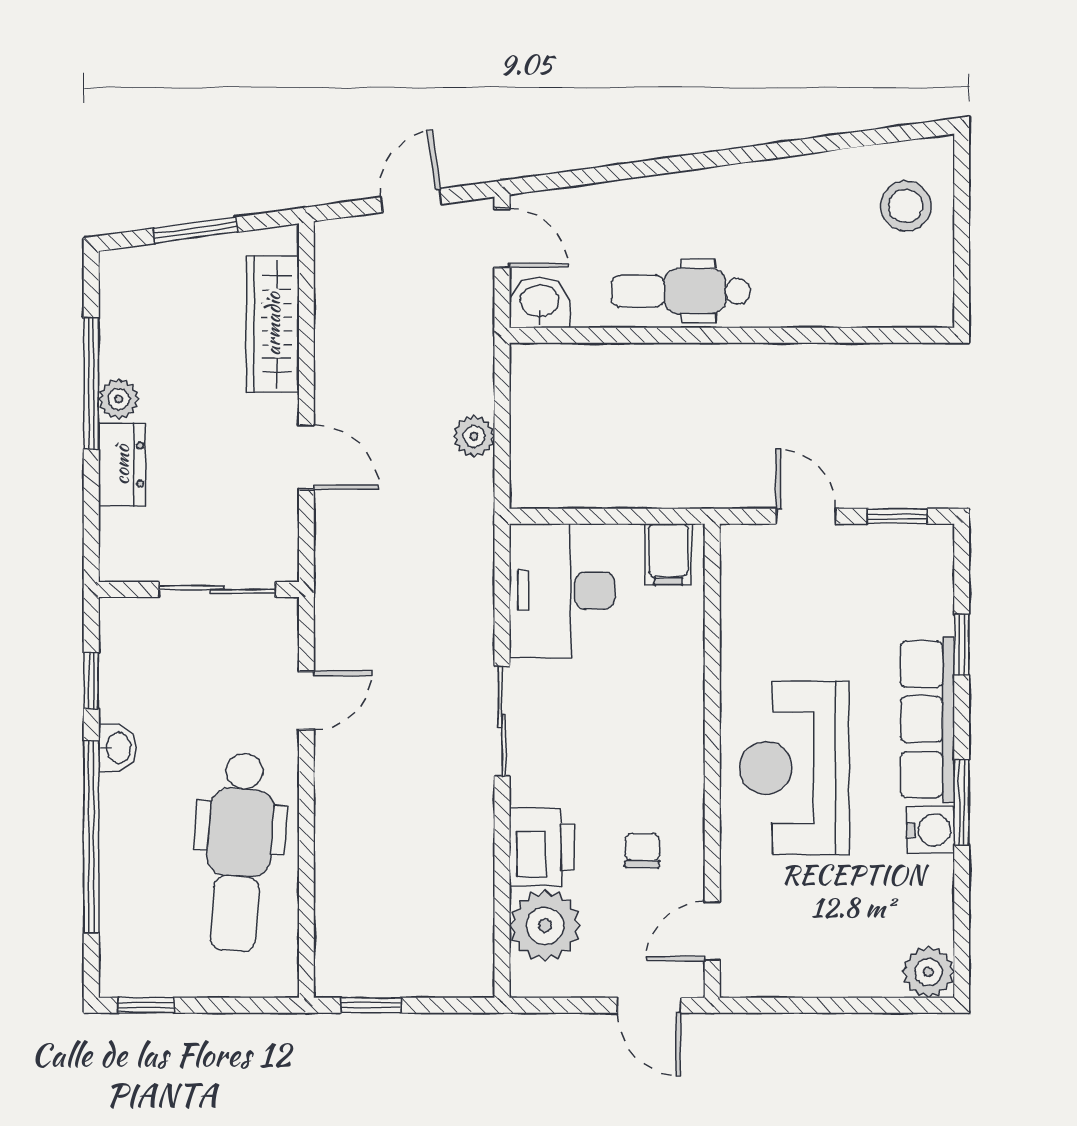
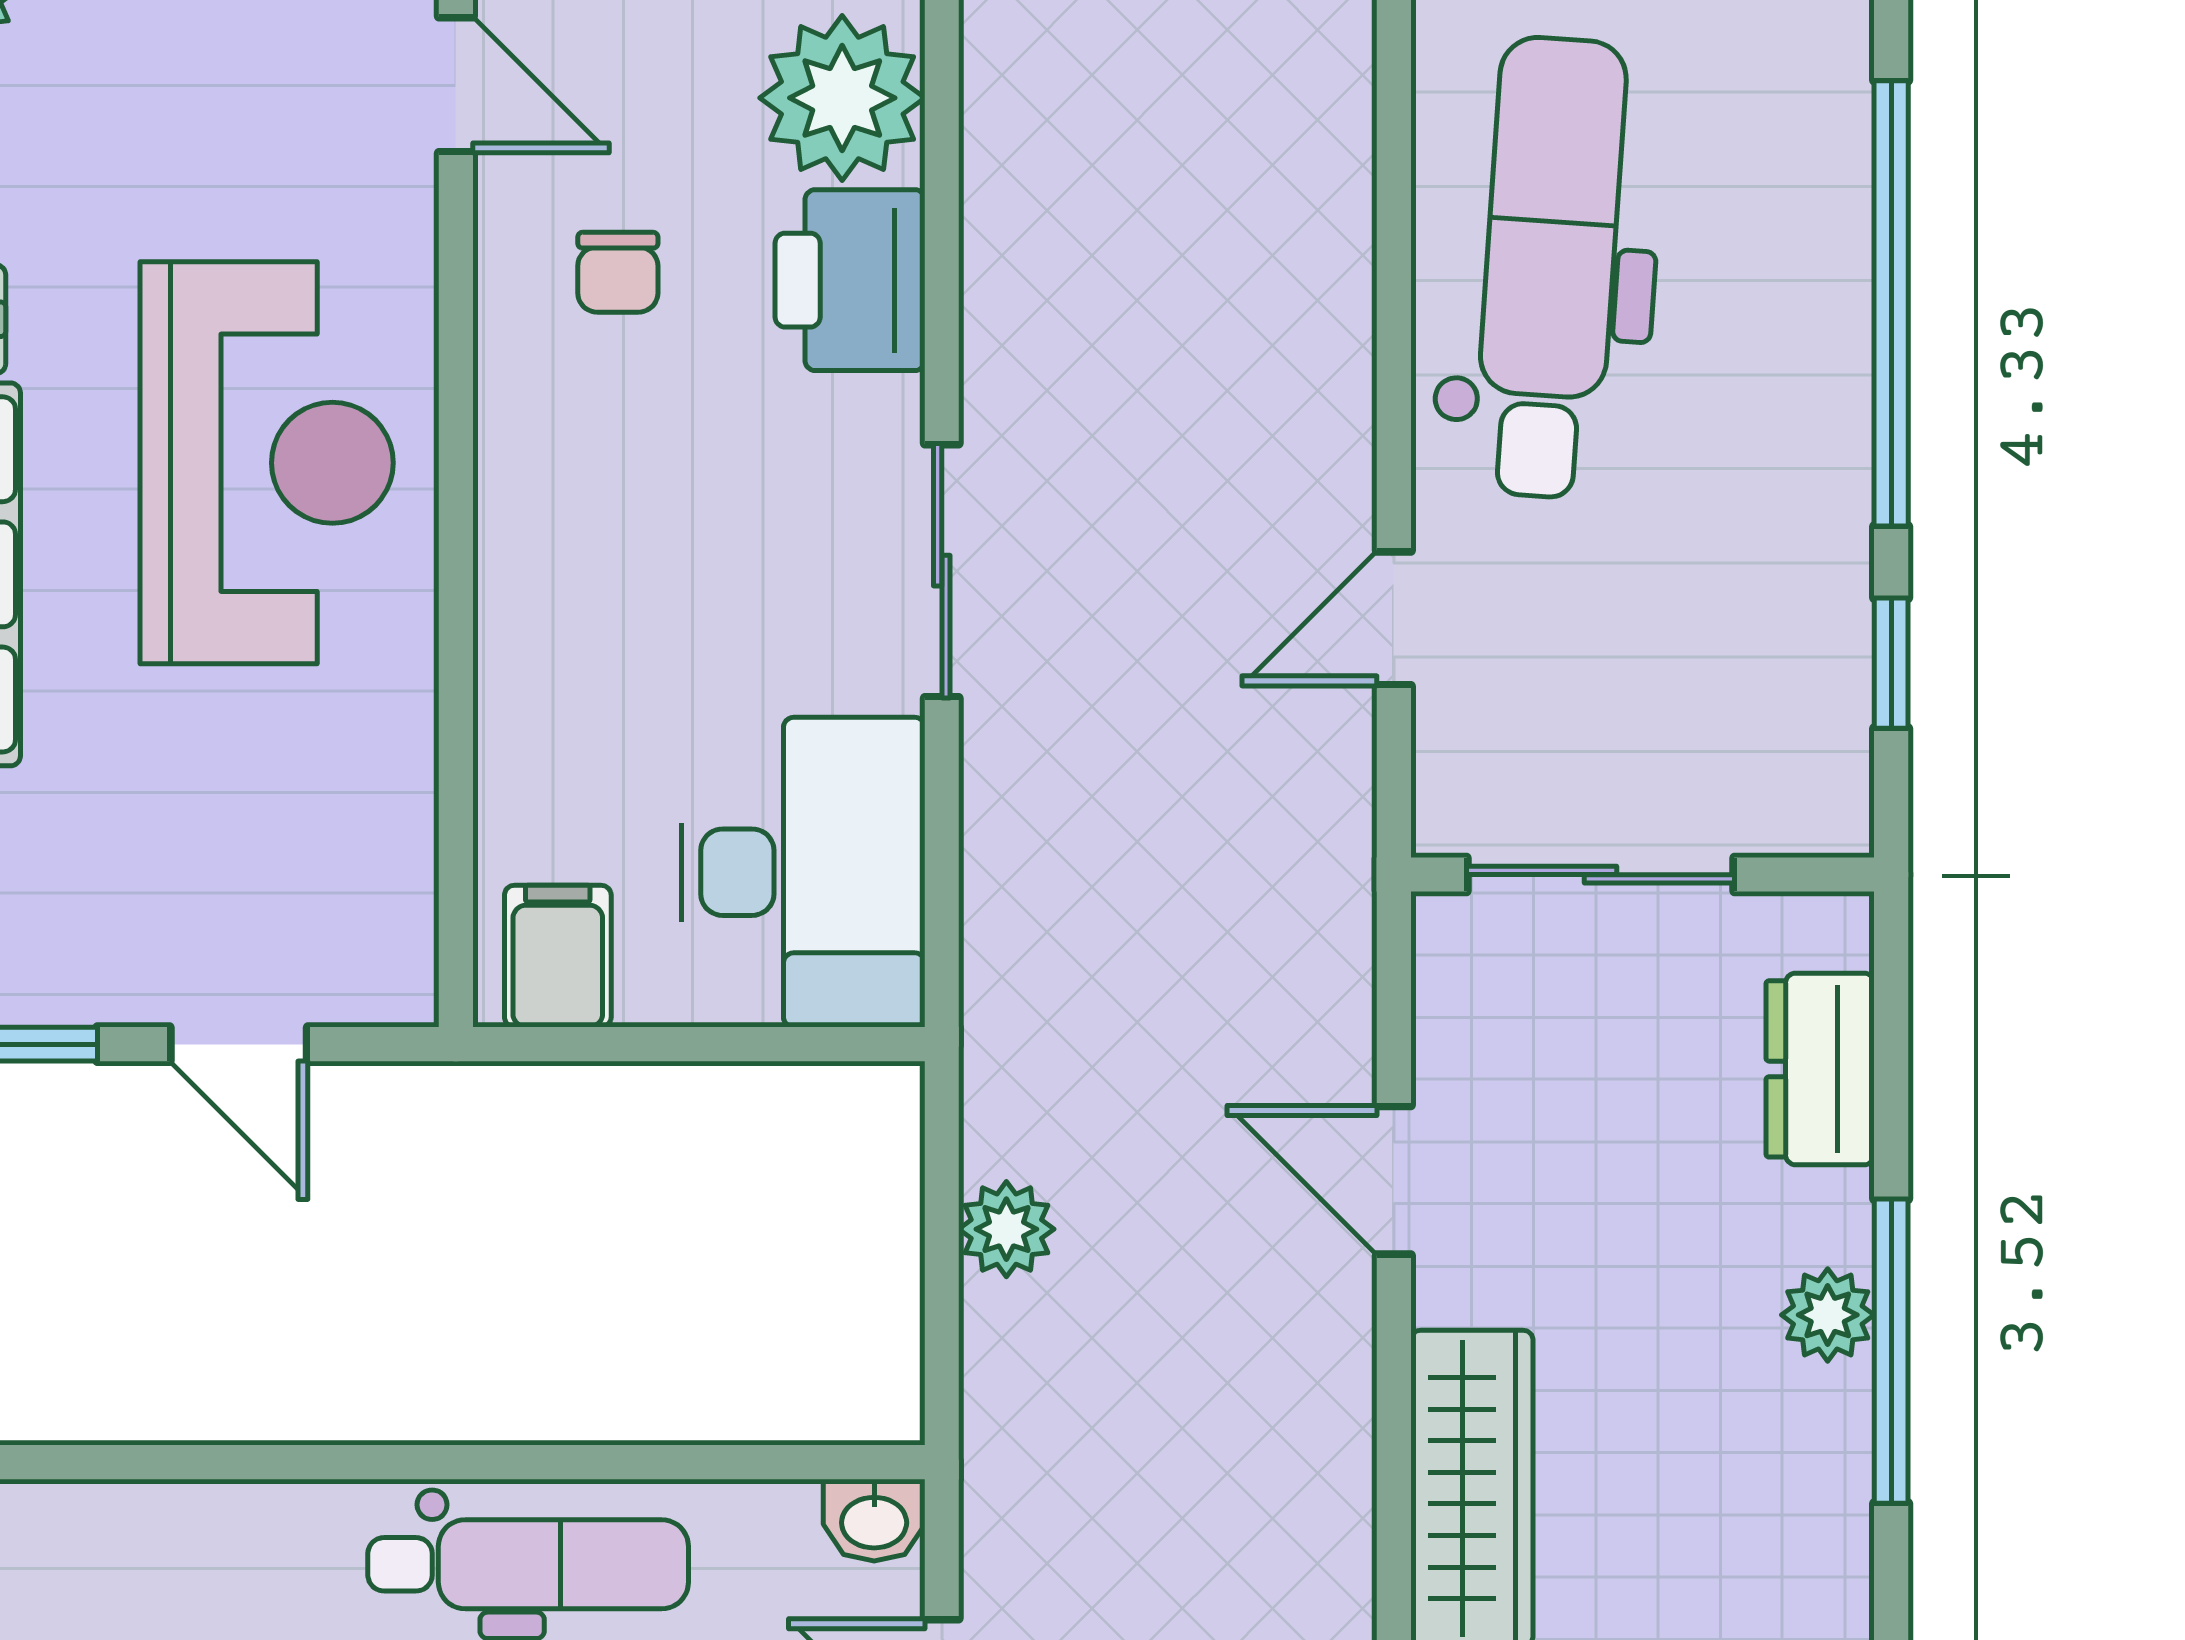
washbasin: (540, 302) -> (874, 1520), width x0.72, depth x0.69
dresser: (122, 465) -> (1820, 1069), moved
washbasin: (118, 748) -> (1830, 509), removed
door: (712, 931) -> (456, 85), hinge flipped

